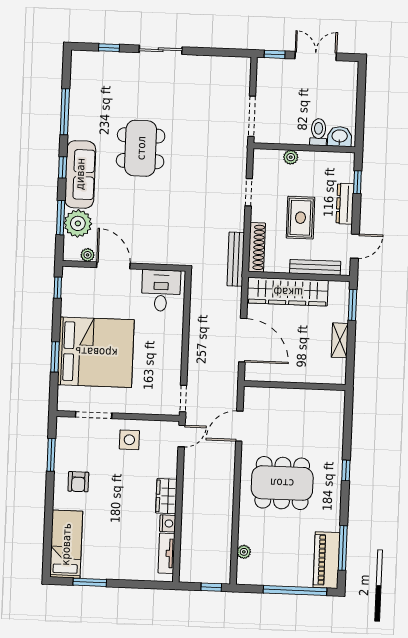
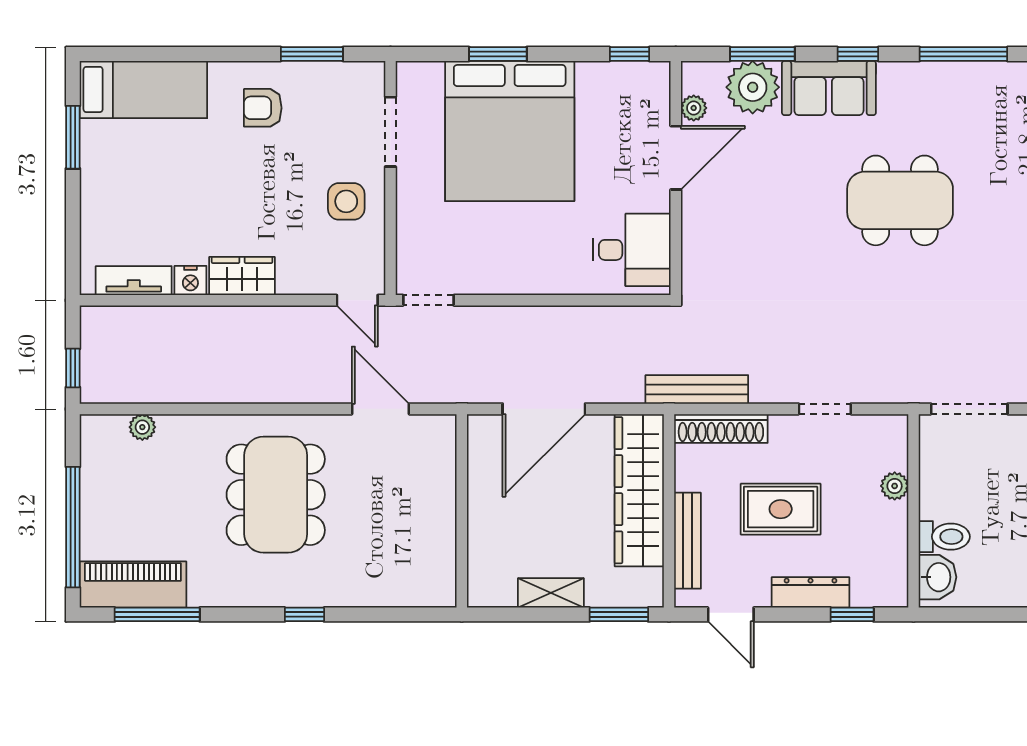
sofa: (80, 174) -> (829, 88), width x0.73

